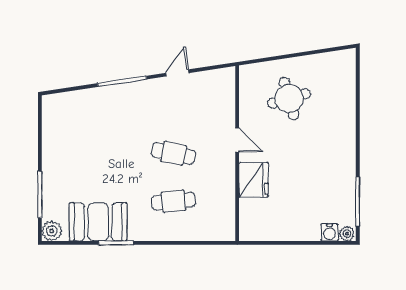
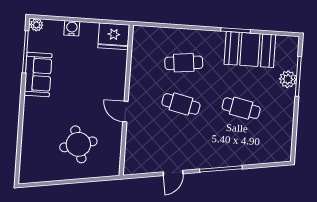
cafe table: (104, 153) -> (241, 108), added
sofa: (341, 176) -> (38, 74), added
fridge: (254, 180) -> (114, 36), moved, turned -90
plant: (52, 231) -> (288, 79), moved
water cooler: (329, 232) -> (72, 28), moved

